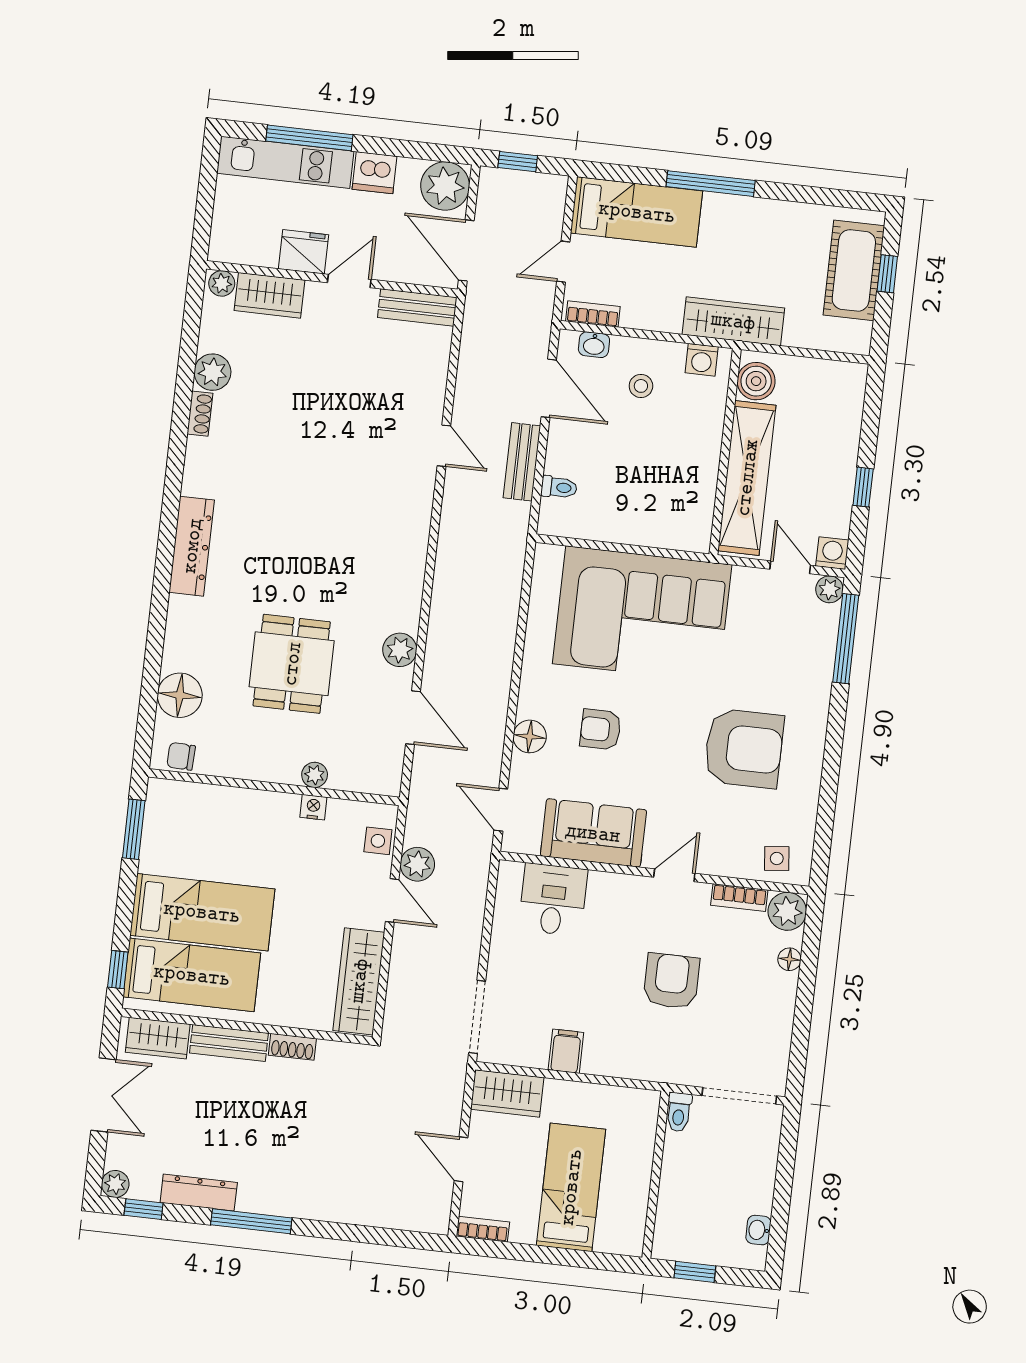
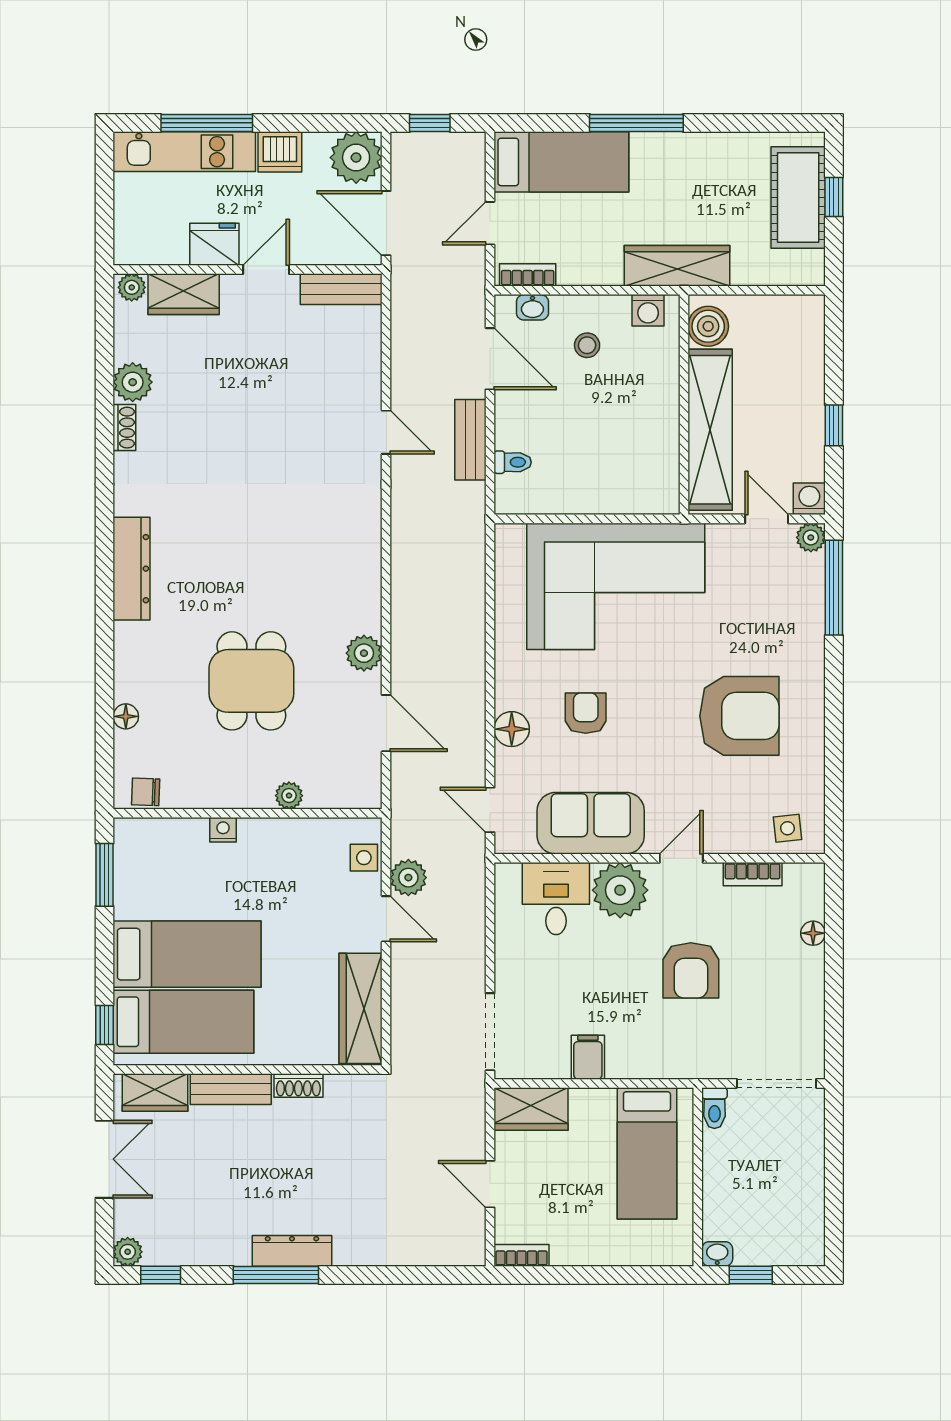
floor lamp: (180, 695) -> (126, 716), width x0.53, depth x0.53
armchair: (601, 729) -> (586, 713), turned 90
nightstand: (313, 807) -> (223, 830), moved
plant: (787, 911) -> (620, 890), moved, width x1.36, depth x1.36
armchair: (671, 981) -> (691, 970), turned 180
bed: (571, 1187) -> (647, 1153), moved, turned 180
dresser: (199, 1193) -> (292, 1251), moved
washbasin: (758, 1230) -> (717, 1254), moved, turned 90

